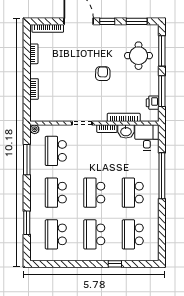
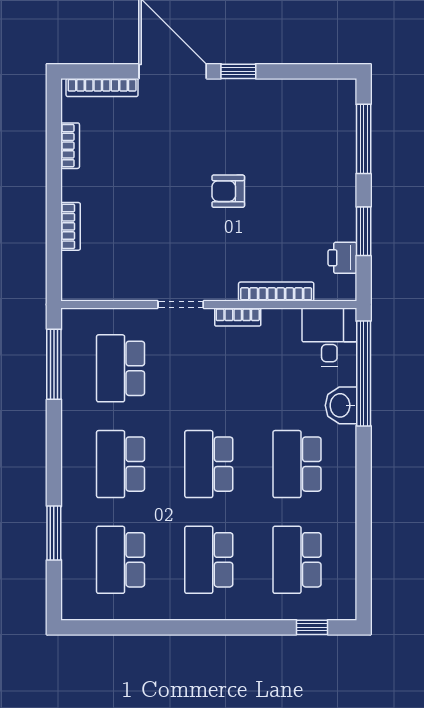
window: (137, 21) -> (306, 71), removed
round table: (138, 56) -> (310, 150), removed
armchair: (103, 74) -> (228, 191), turned -91
window: (162, 91) -> (364, 231), width x0.69
plant: (35, 129) -> (72, 319), removed
washbasin: (126, 131) -> (341, 405), moved, turned 90
window: (27, 160) -> (54, 364), moved
window: (162, 176) -> (364, 373), moved
window: (115, 264) -> (312, 627), moved

